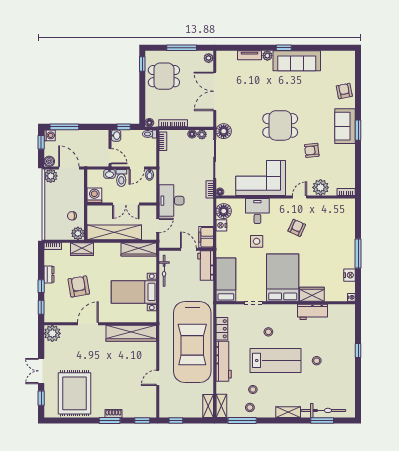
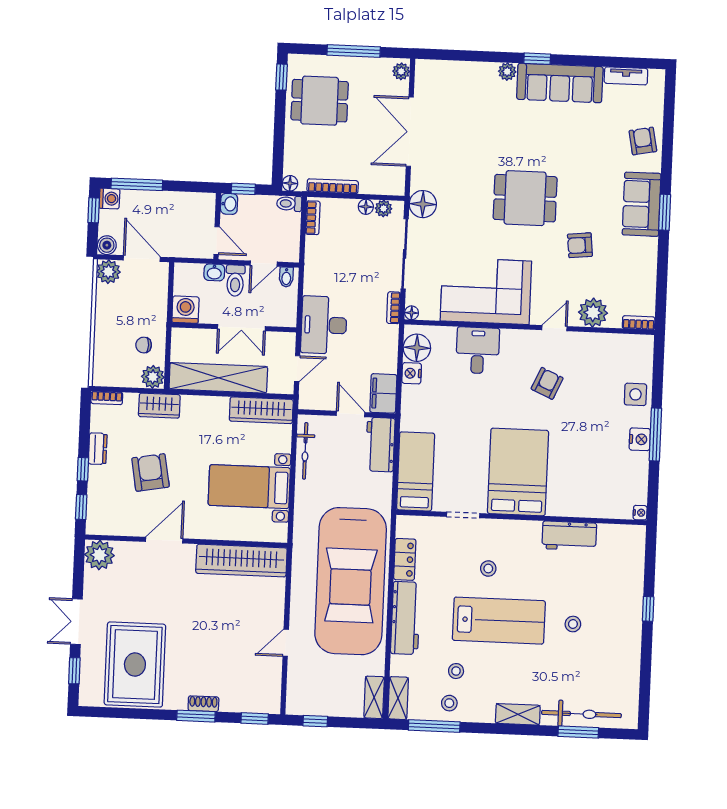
tv unit: (250, 55) -> (626, 76), moved
side table: (257, 241) -> (635, 394), moved
nightstand: (349, 275) -> (640, 439), moved
wardrobe: (312, 294) -> (569, 504), removed

